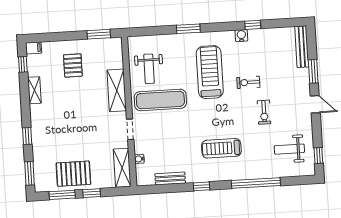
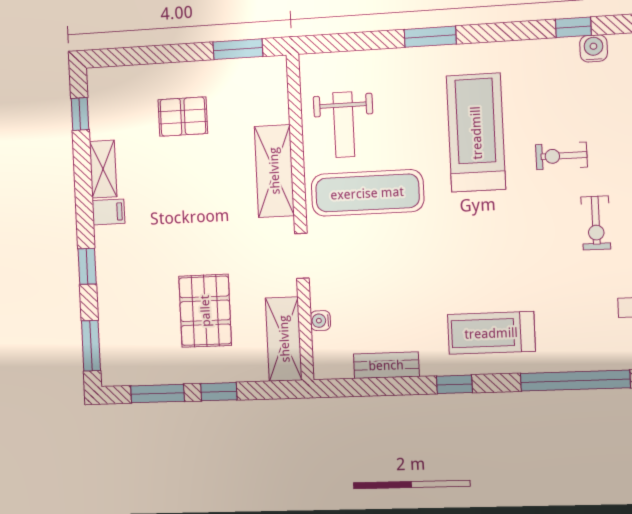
water cooler: (241, 35) -> (594, 48), moved
filing cabinet: (34, 48) -> (109, 212), moved
pallet: (73, 65) -> (183, 117), turned 90
treadmill: (221, 148) -> (491, 333), moved
pallet: (73, 174) -> (205, 311), moved, turned 90

